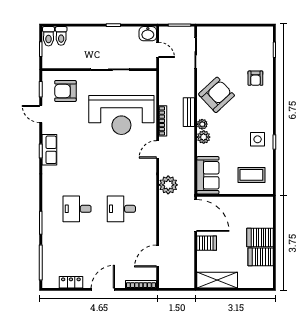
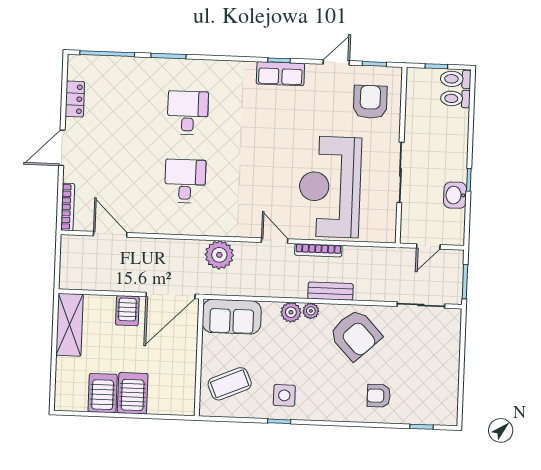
washbasin: (148, 34) -> (455, 195), moved
coffee table: (251, 175) -> (230, 384), turned 67
door: (103, 289) -> (62, 148), swing flipped

